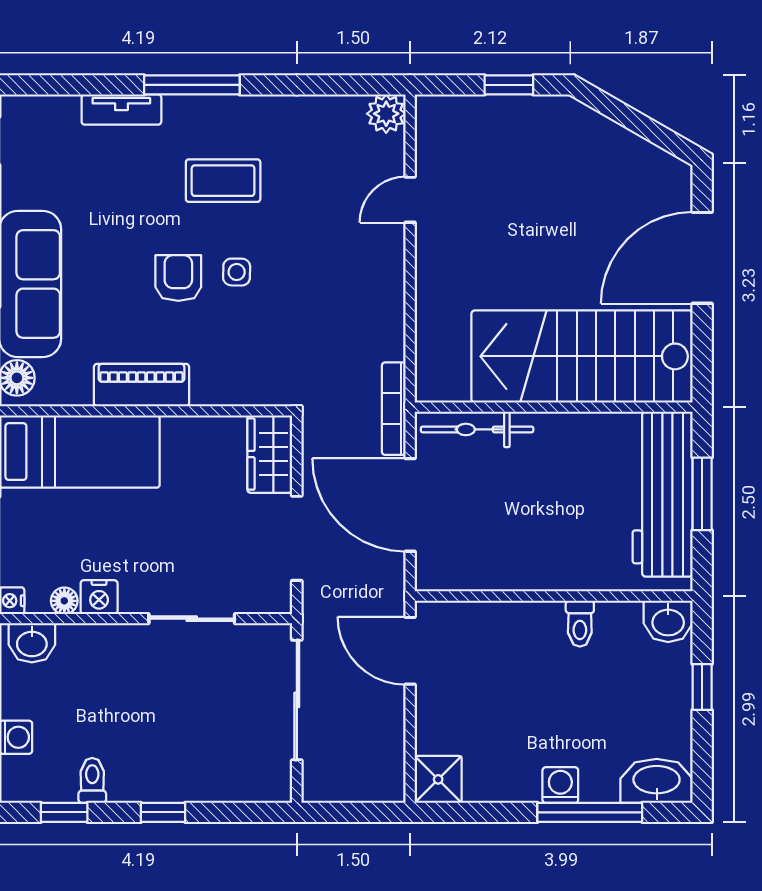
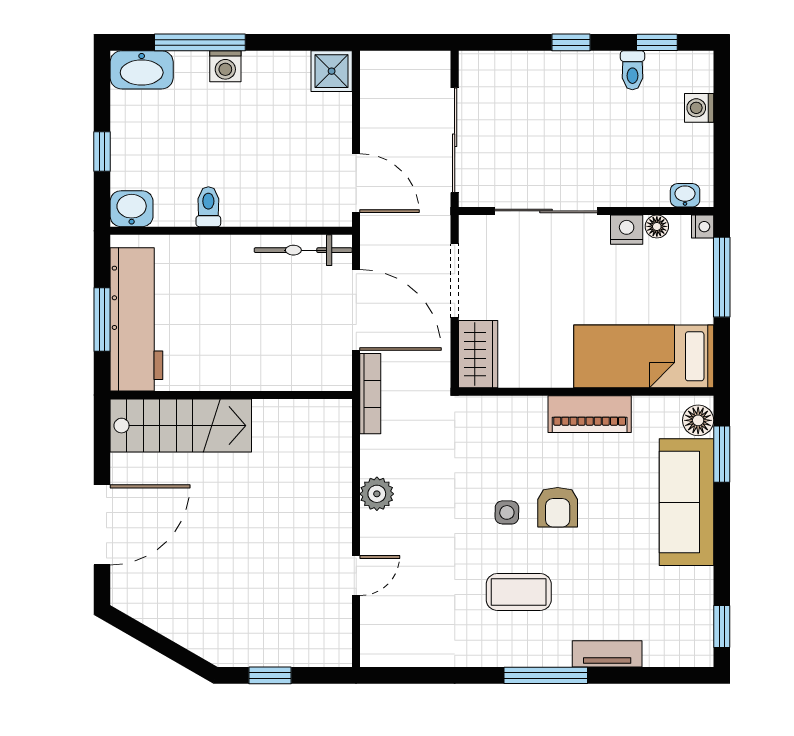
plant: (386, 114) -> (377, 494), moved
stairs: (582, 356) -> (181, 426), width x0.73, depth x0.66
bicycle: (477, 429) -> (303, 250), moved, turned 180
sliding door: (192, 619) -> (546, 211), width x1.37
washbasin: (32, 643) -> (685, 195), width x0.72, depth x0.69

